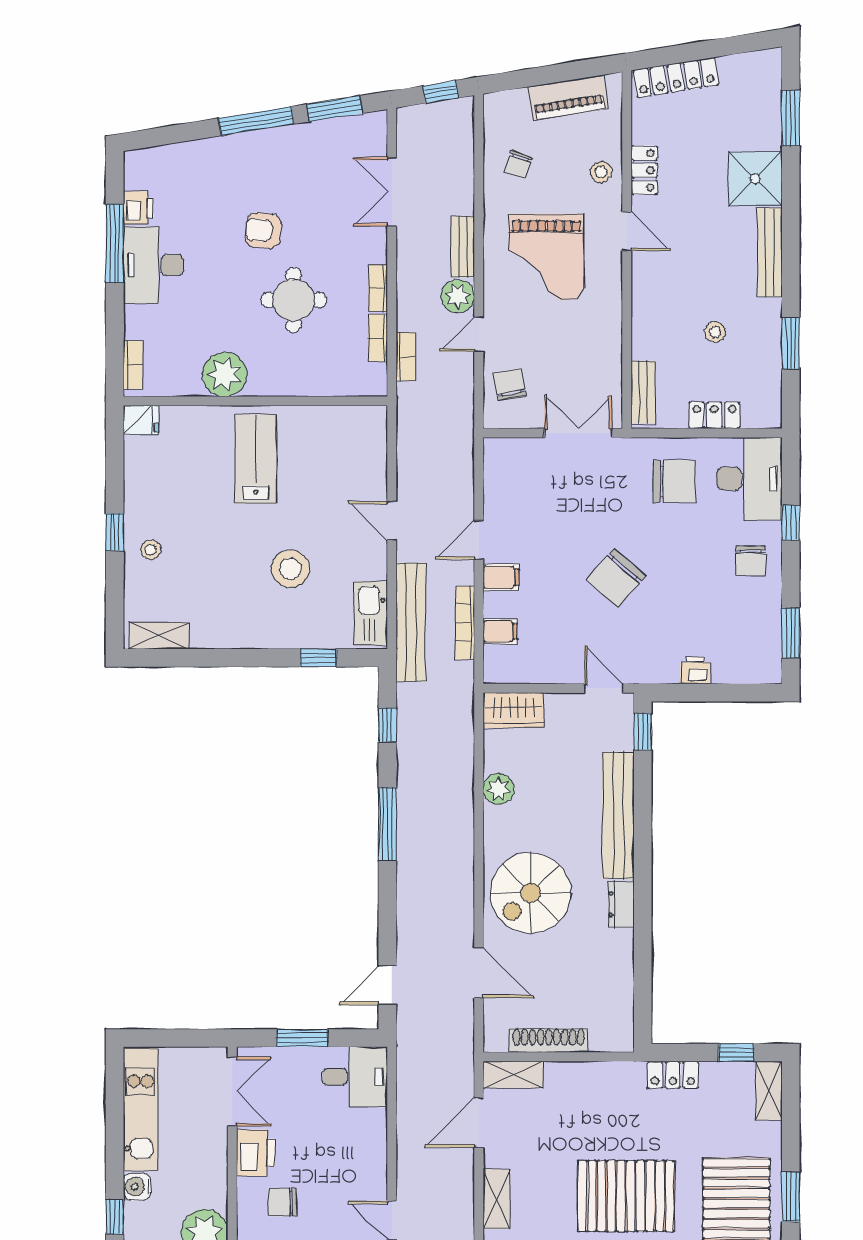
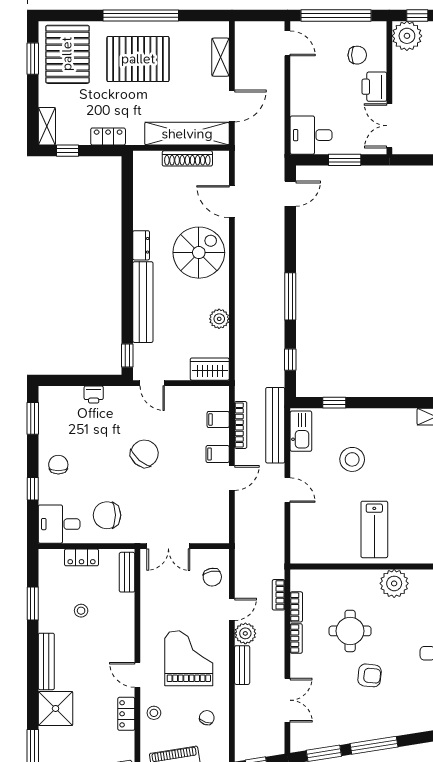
desk: (749, 479) -> (59, 524), width x0.73
shelving: (513, 1075) -> (187, 134), width x2.20, depth x1.33

